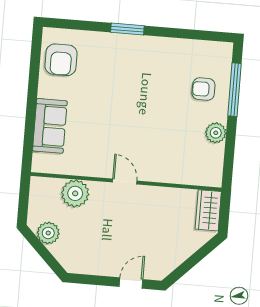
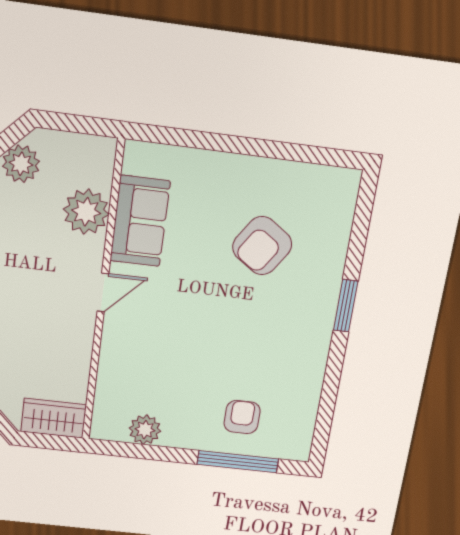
armchair: (61, 60) -> (262, 246), moved, turned -56
sofa: (50, 126) -> (140, 221), moved, turned -90
plant: (216, 133) -> (145, 430), moved

